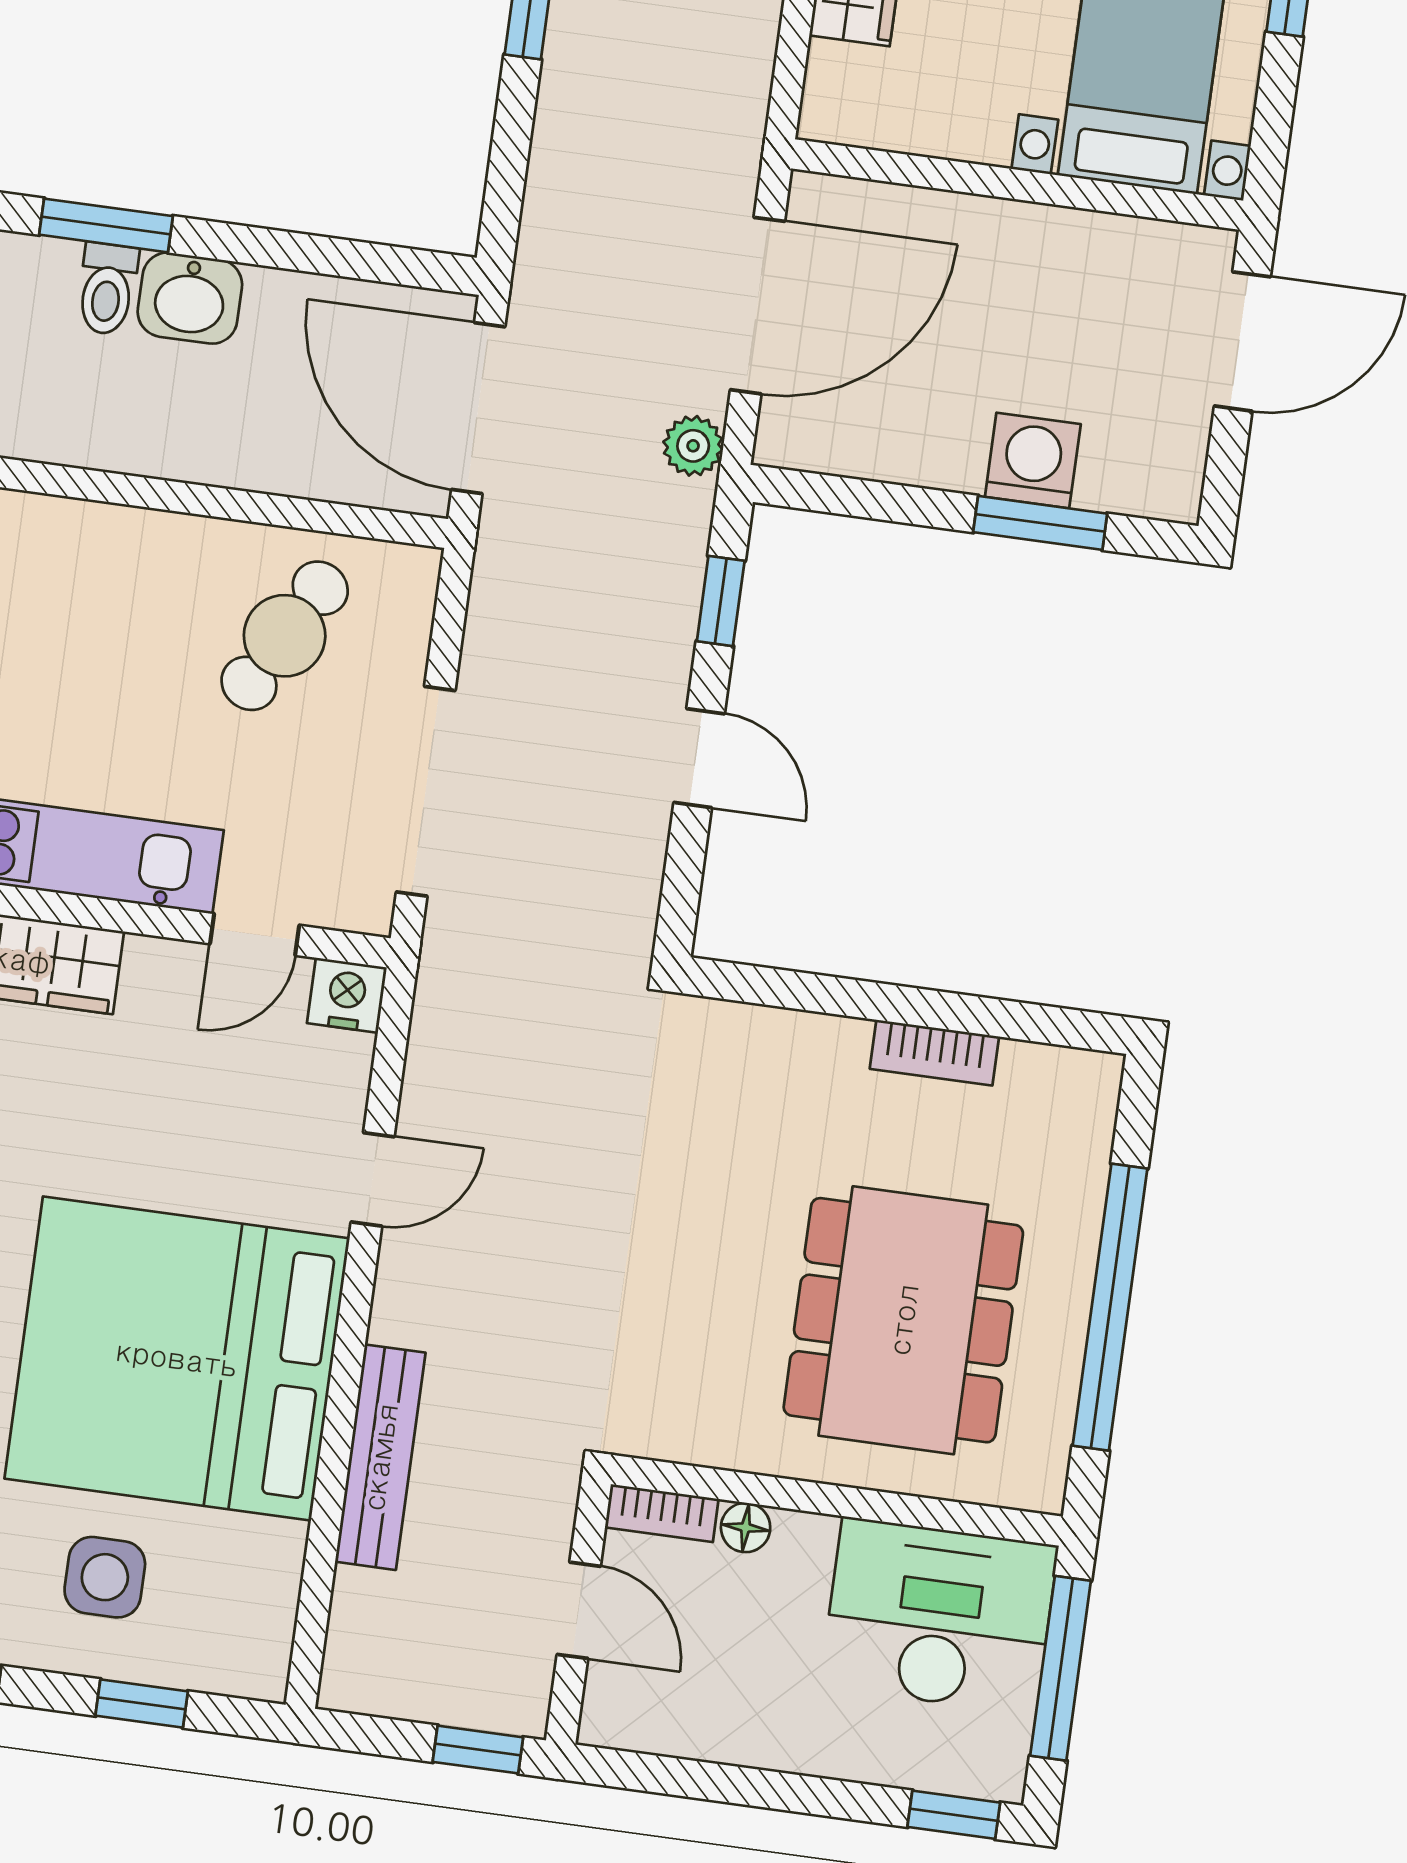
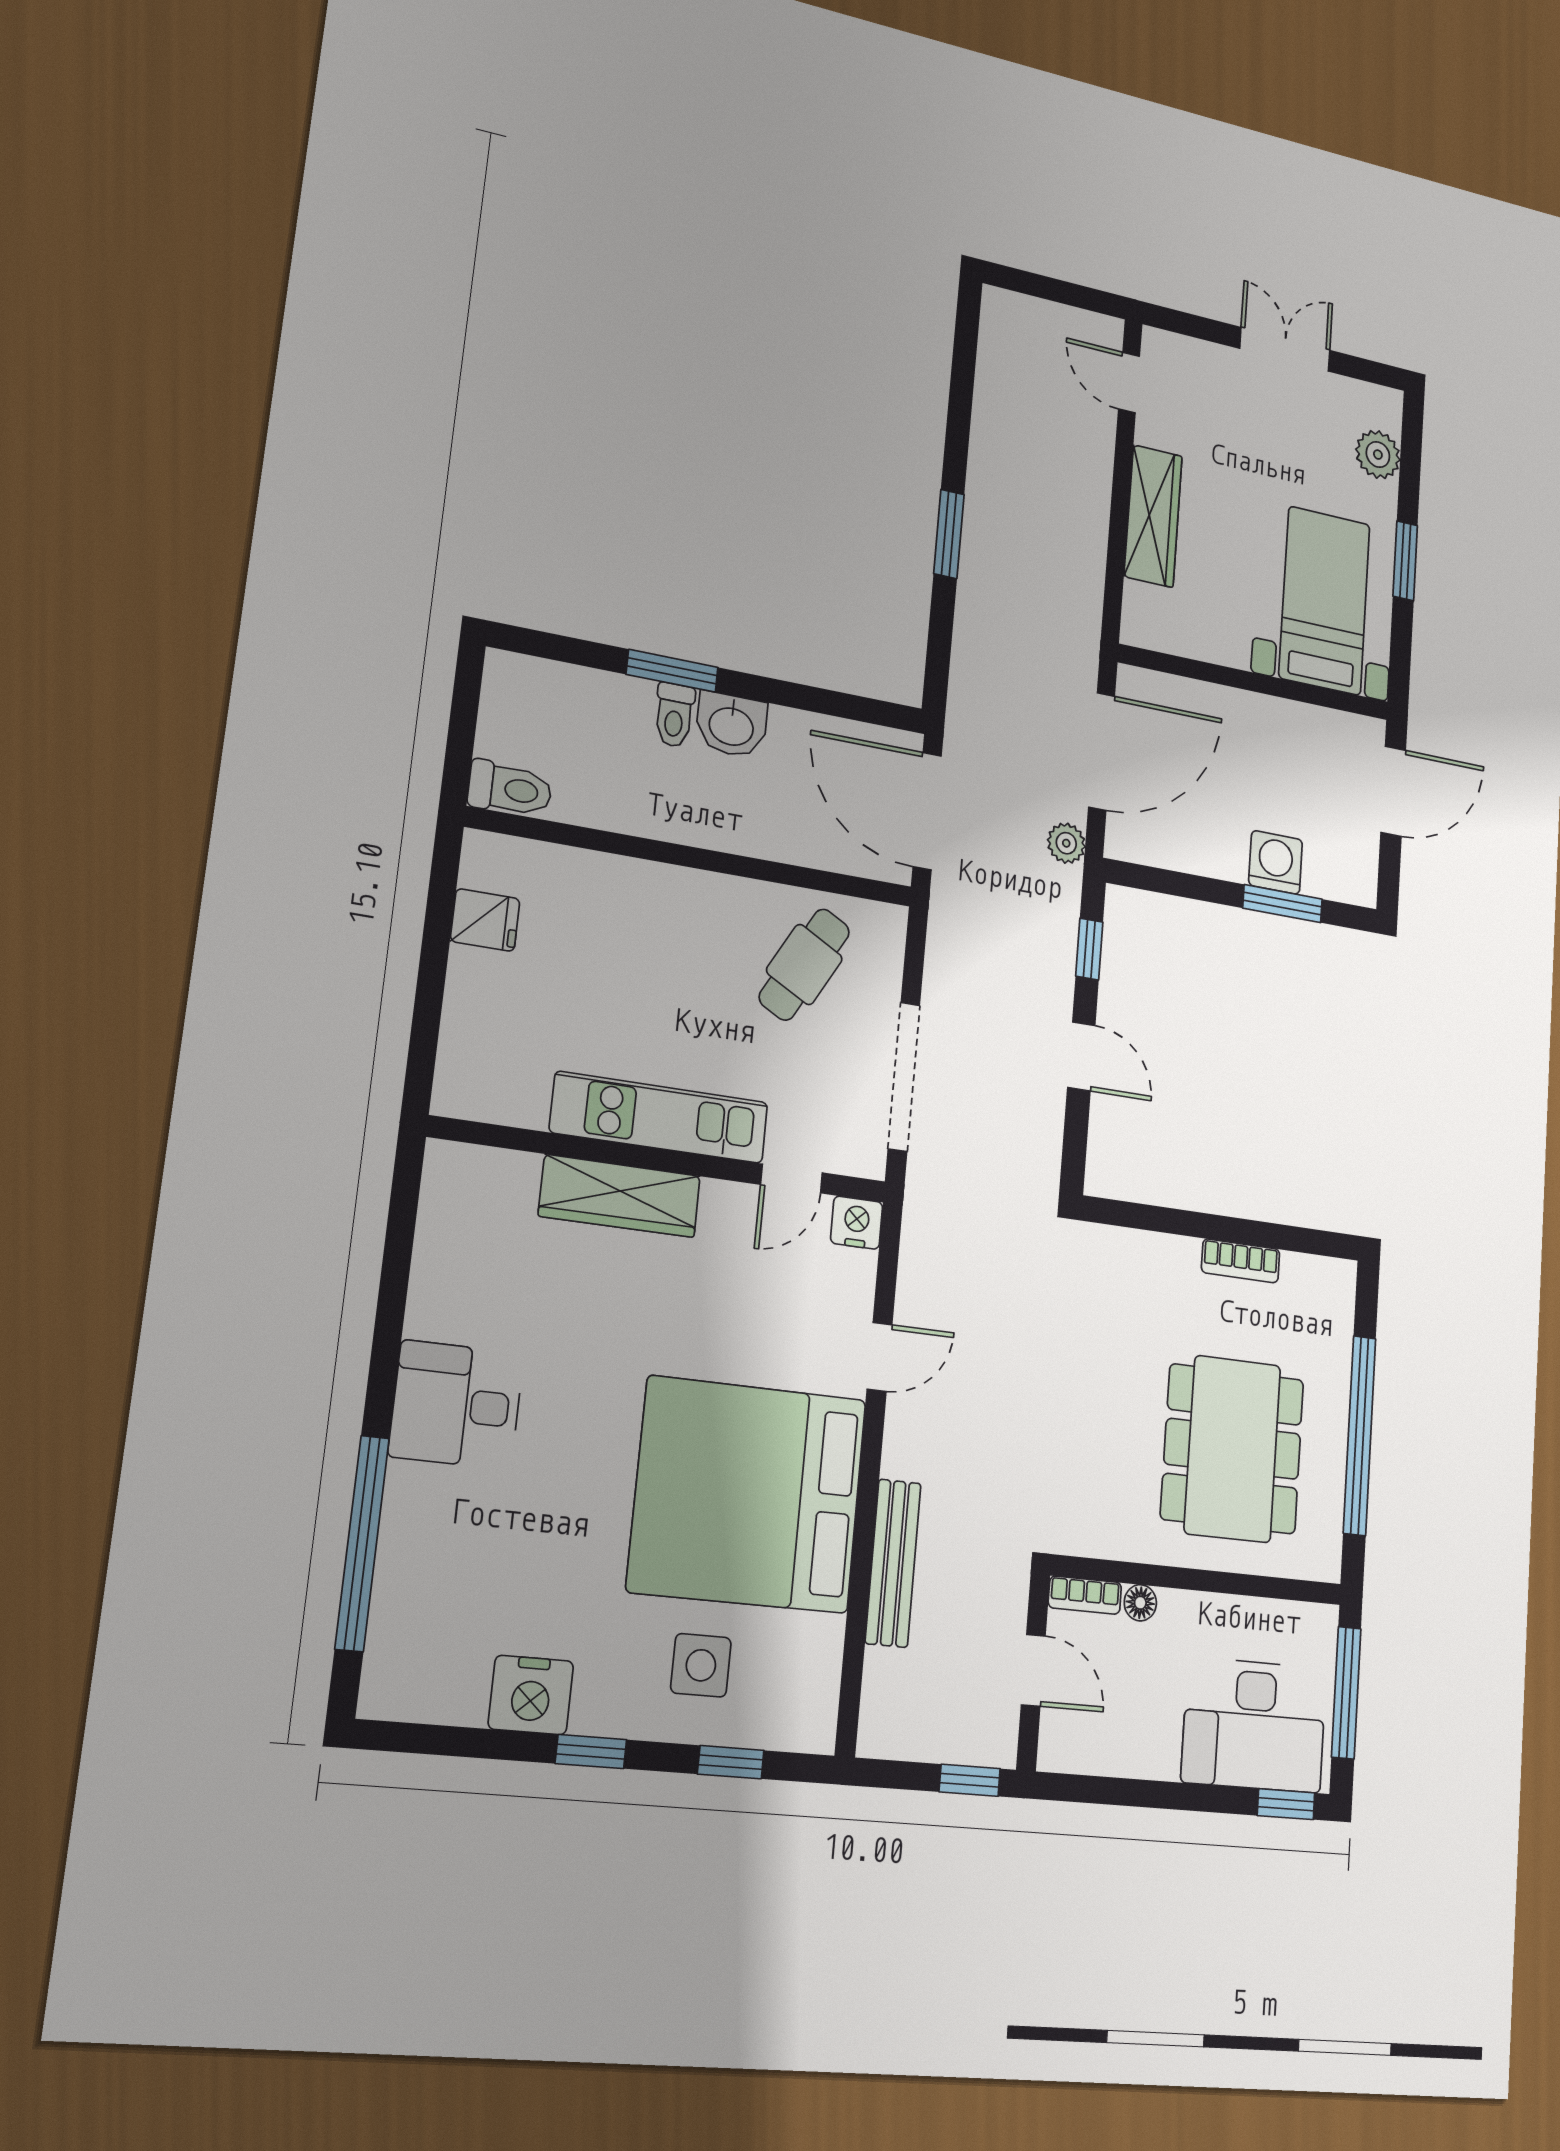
desk: (939, 1616) -> (1254, 1725), moved, turned 180

